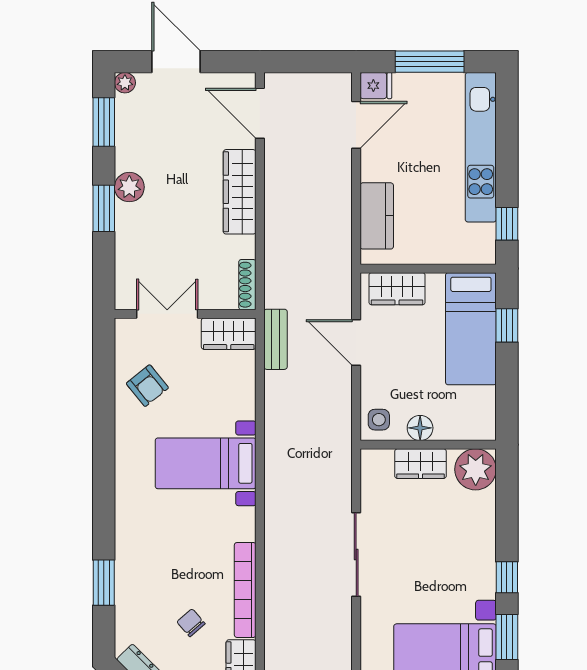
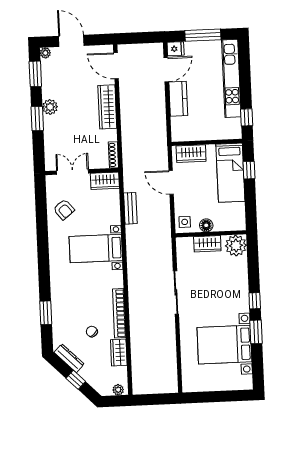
kitchen counter: (377, 216) -> (178, 99), moved
bench: (276, 339) -> (130, 208), moved

